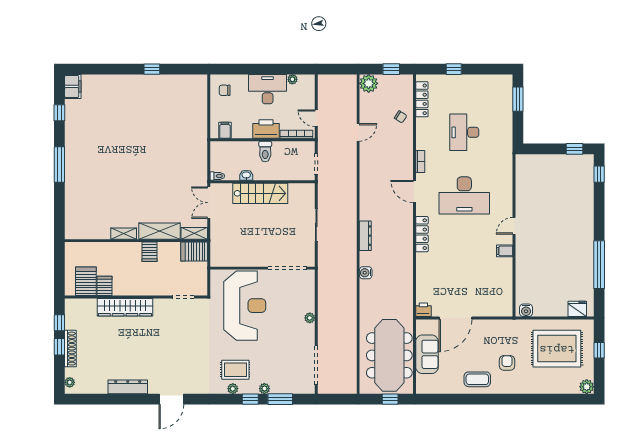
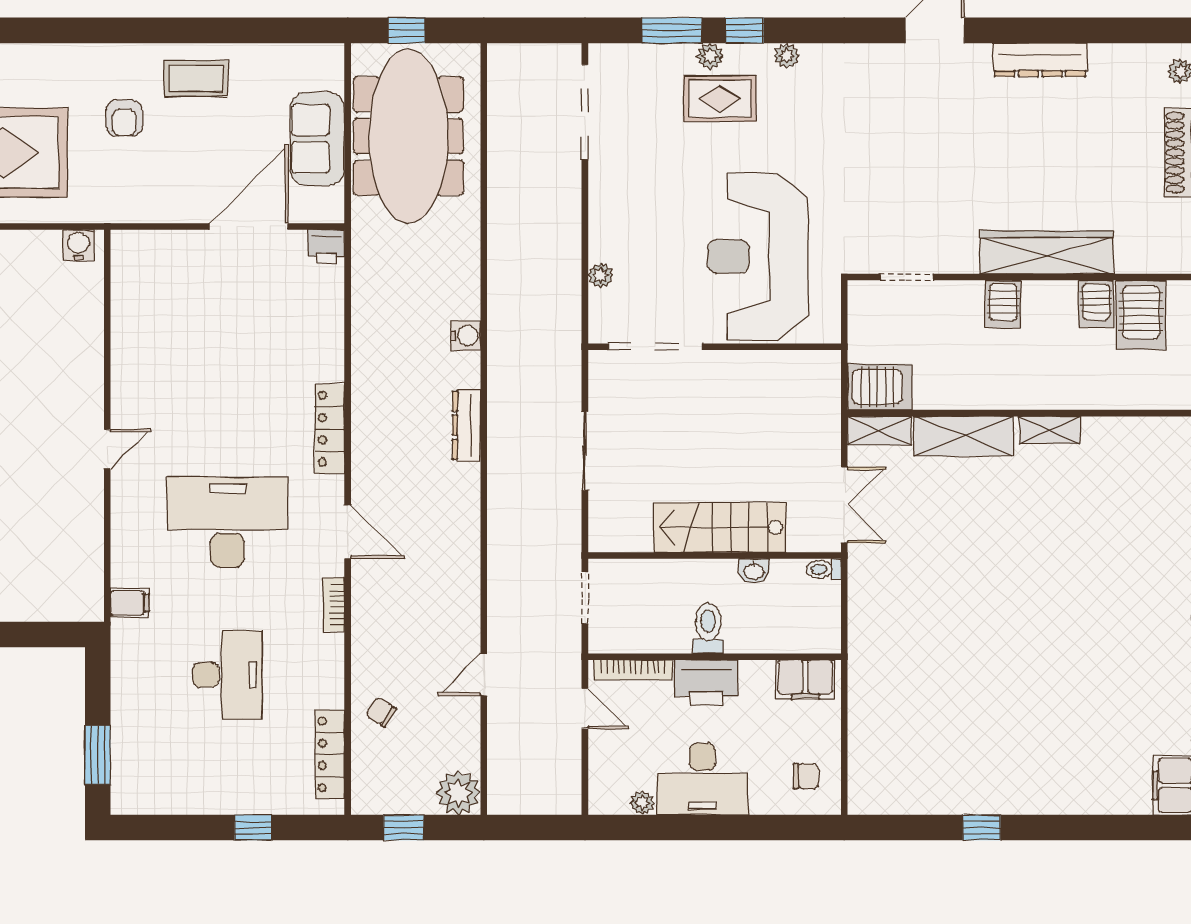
filing cabinet: (225, 130) -> (805, 680), width x2.00
filing cabinet: (505, 251) -> (130, 603), moved
server rack: (149, 252) -> (1003, 304), moved, turned 180
plant: (310, 318) -> (601, 276), moved
rug: (235, 370) -> (720, 99), moved

